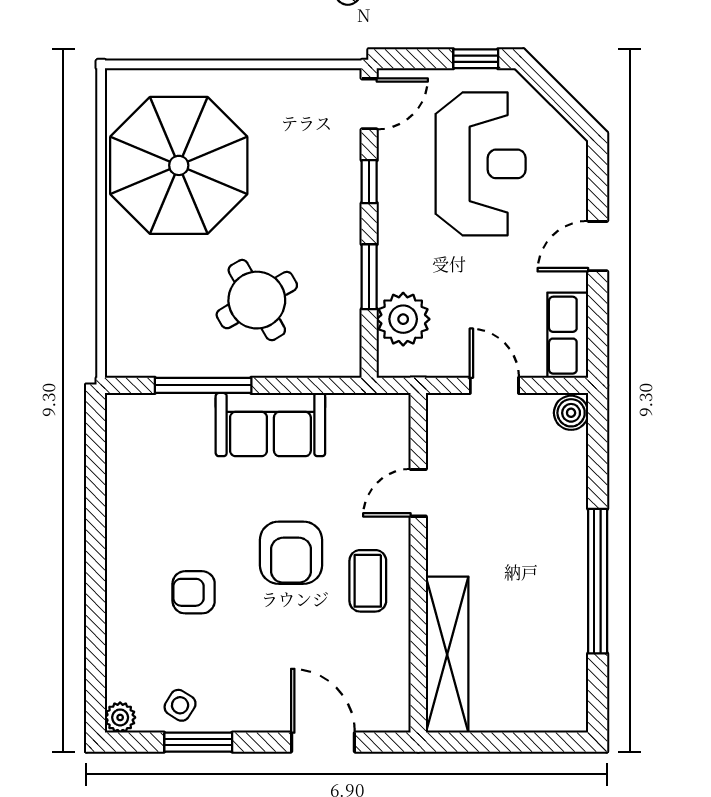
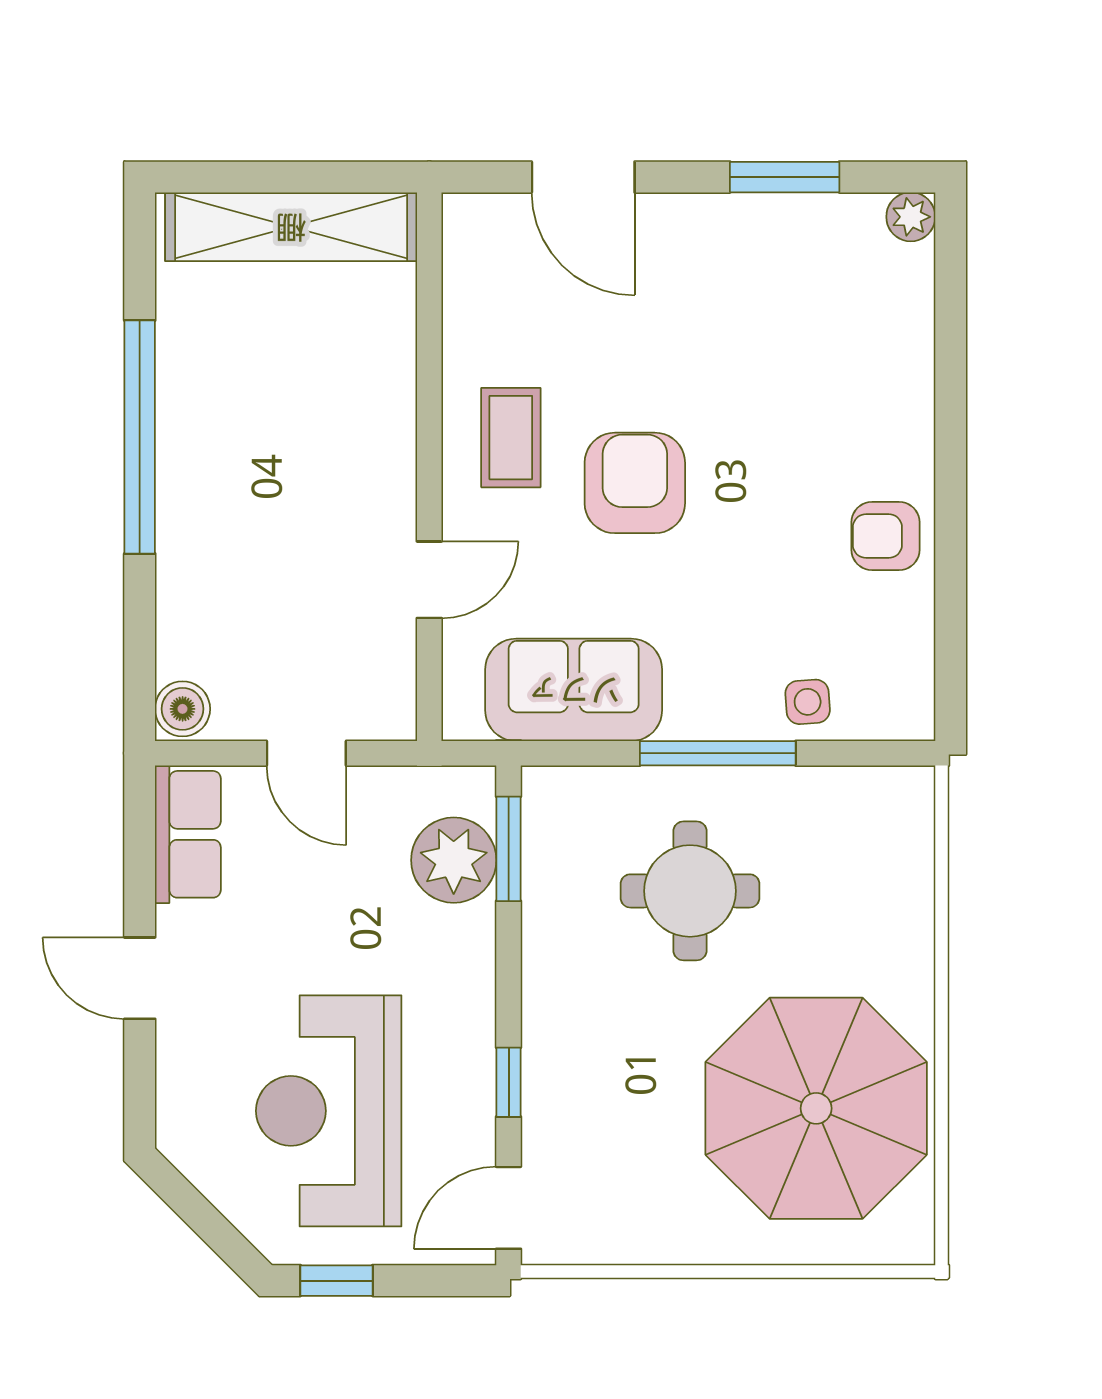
door: (598, 246) -> (140, 978), swing flipped
window: (369, 277) -> (509, 849), moved
round table: (257, 300) -> (690, 891), turned 30
window: (203, 385) -> (718, 753), moved
sofa: (270, 425) -> (574, 690), moved
armchair: (194, 592) -> (886, 536), moved, turned 180
shelving: (447, 655) -> (291, 227), moved, turned 90
side table: (180, 705) -> (808, 702), moved, turned -36

